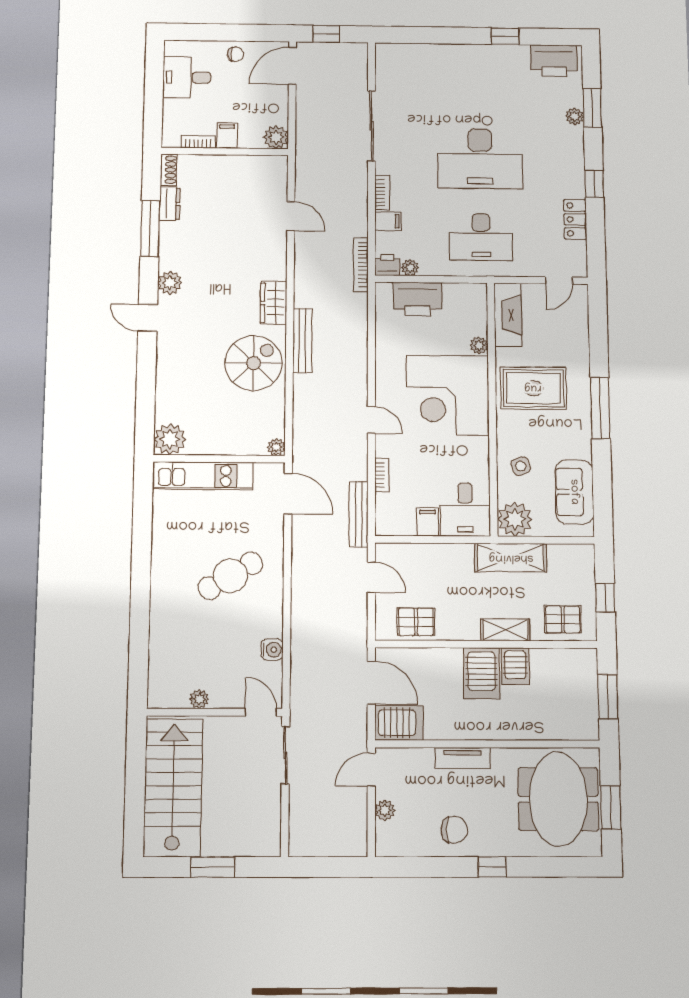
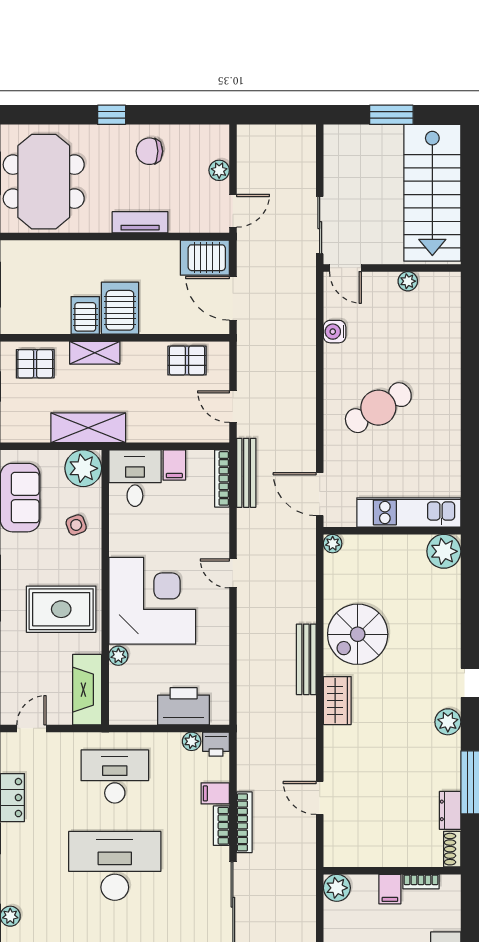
bookcase: (361, 265) -> (244, 822), moved
bookcase: (382, 475) -> (222, 478), moved, width x1.56

